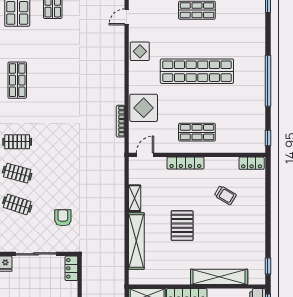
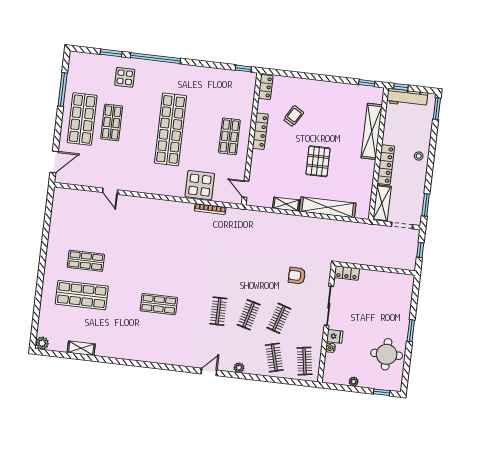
display table: (140, 51) -> (125, 77), moved
window: (268, 81) -> (155, 58), moved
locker: (185, 163) -> (260, 131), moved
pallet: (182, 226) -> (318, 161), turned 90

